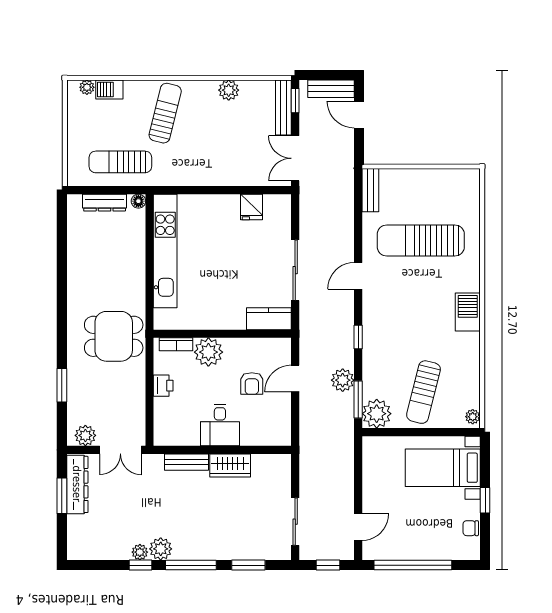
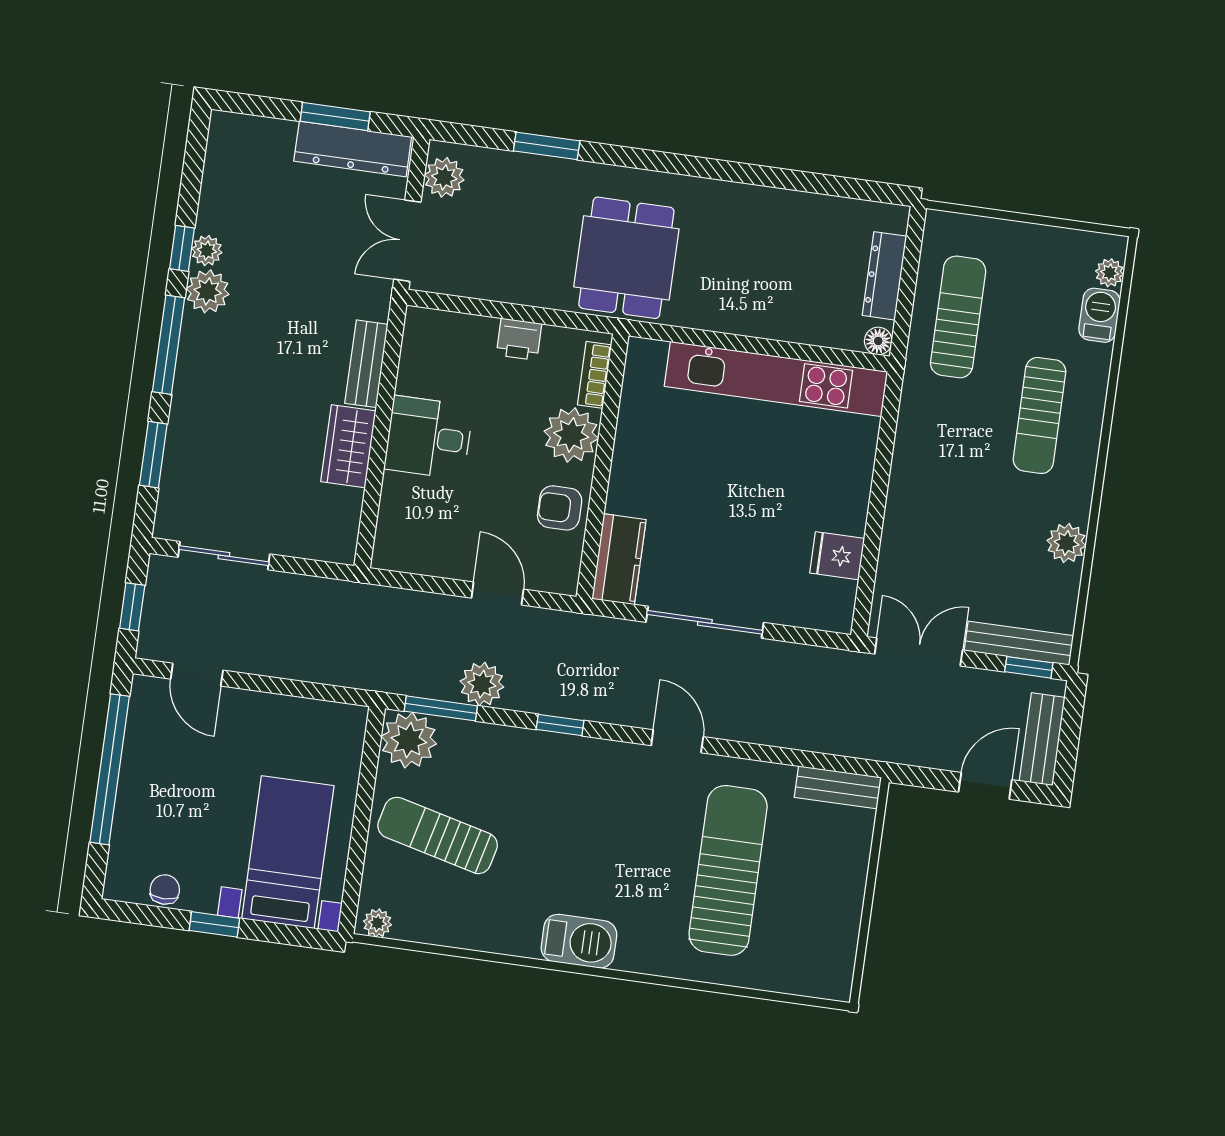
sun lounger: (165, 113) -> (1040, 415), turned 76
armchair: (252, 383) -> (560, 508), moved

